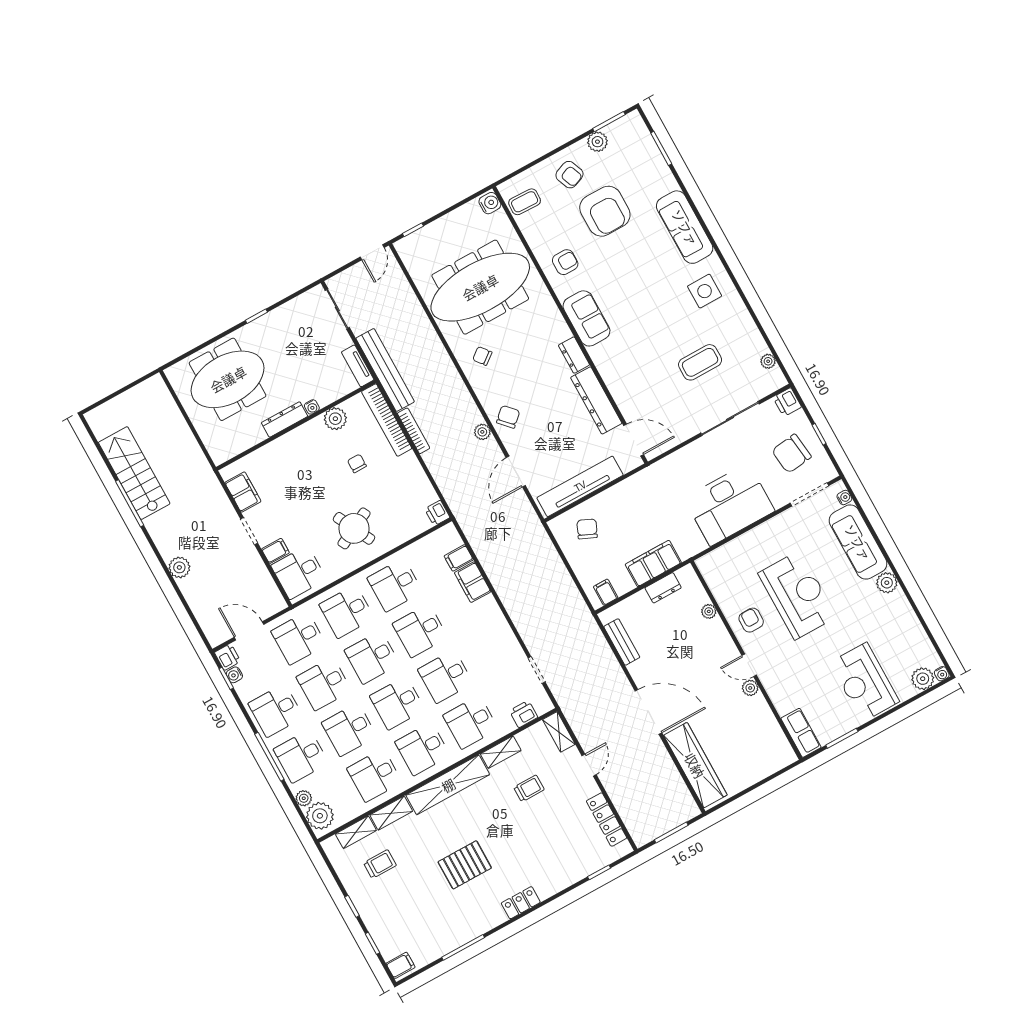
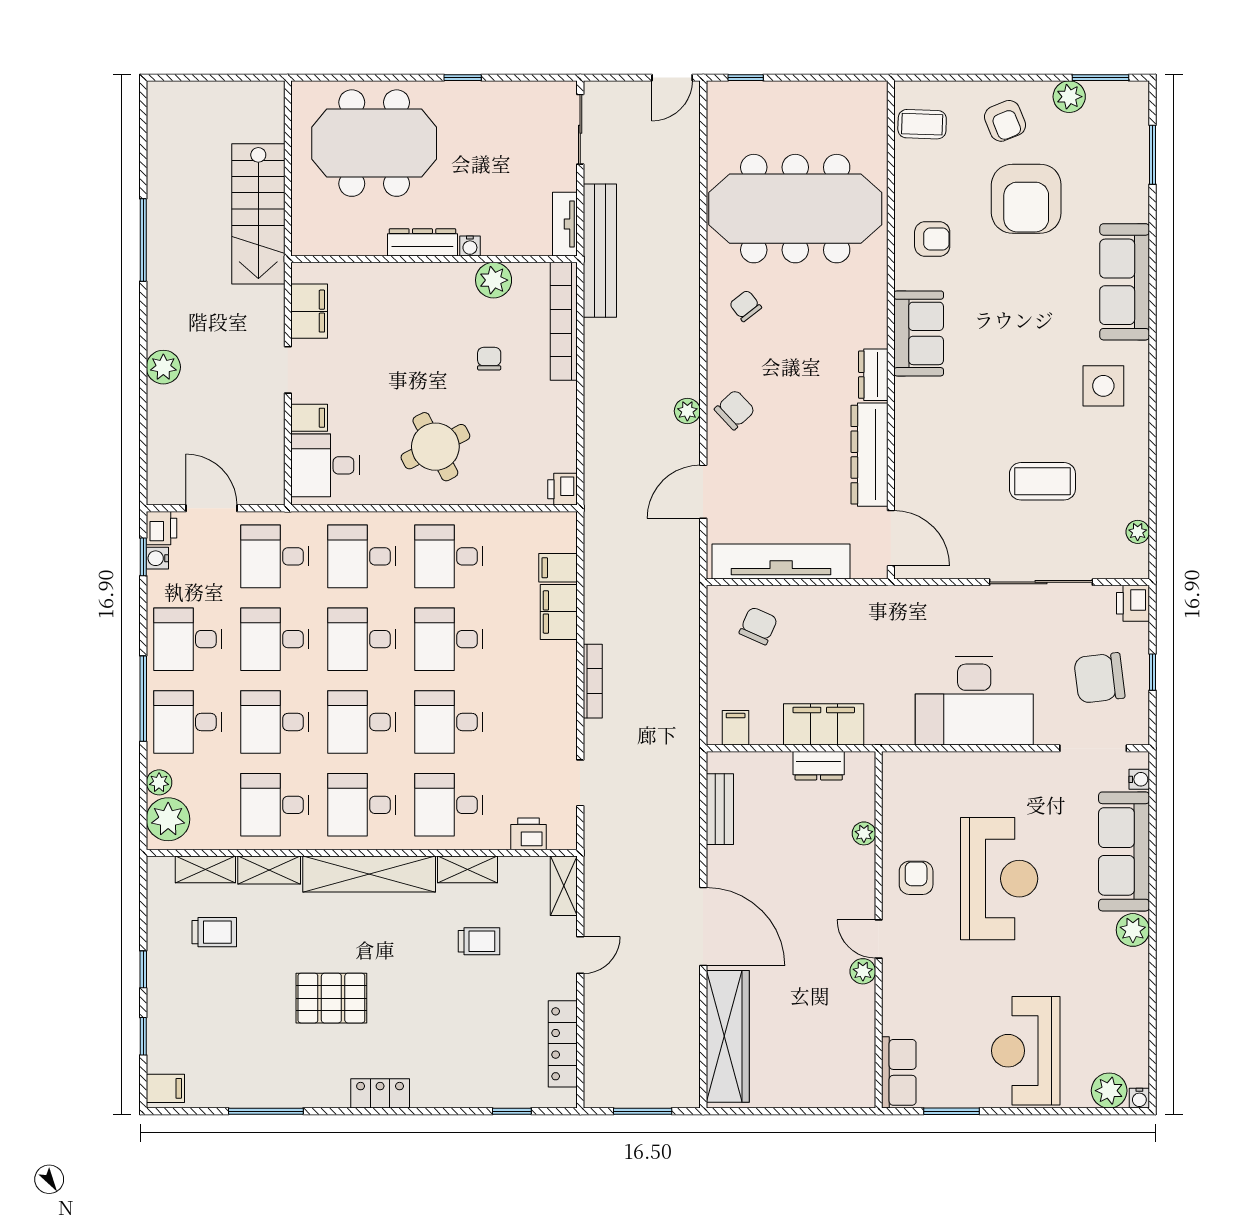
water cooler: (490, 203) -> (873, 99), removed
bookcase: (414, 431) -> (593, 681), moved
stairs: (134, 473) -> (258, 214), moved, turned 180

